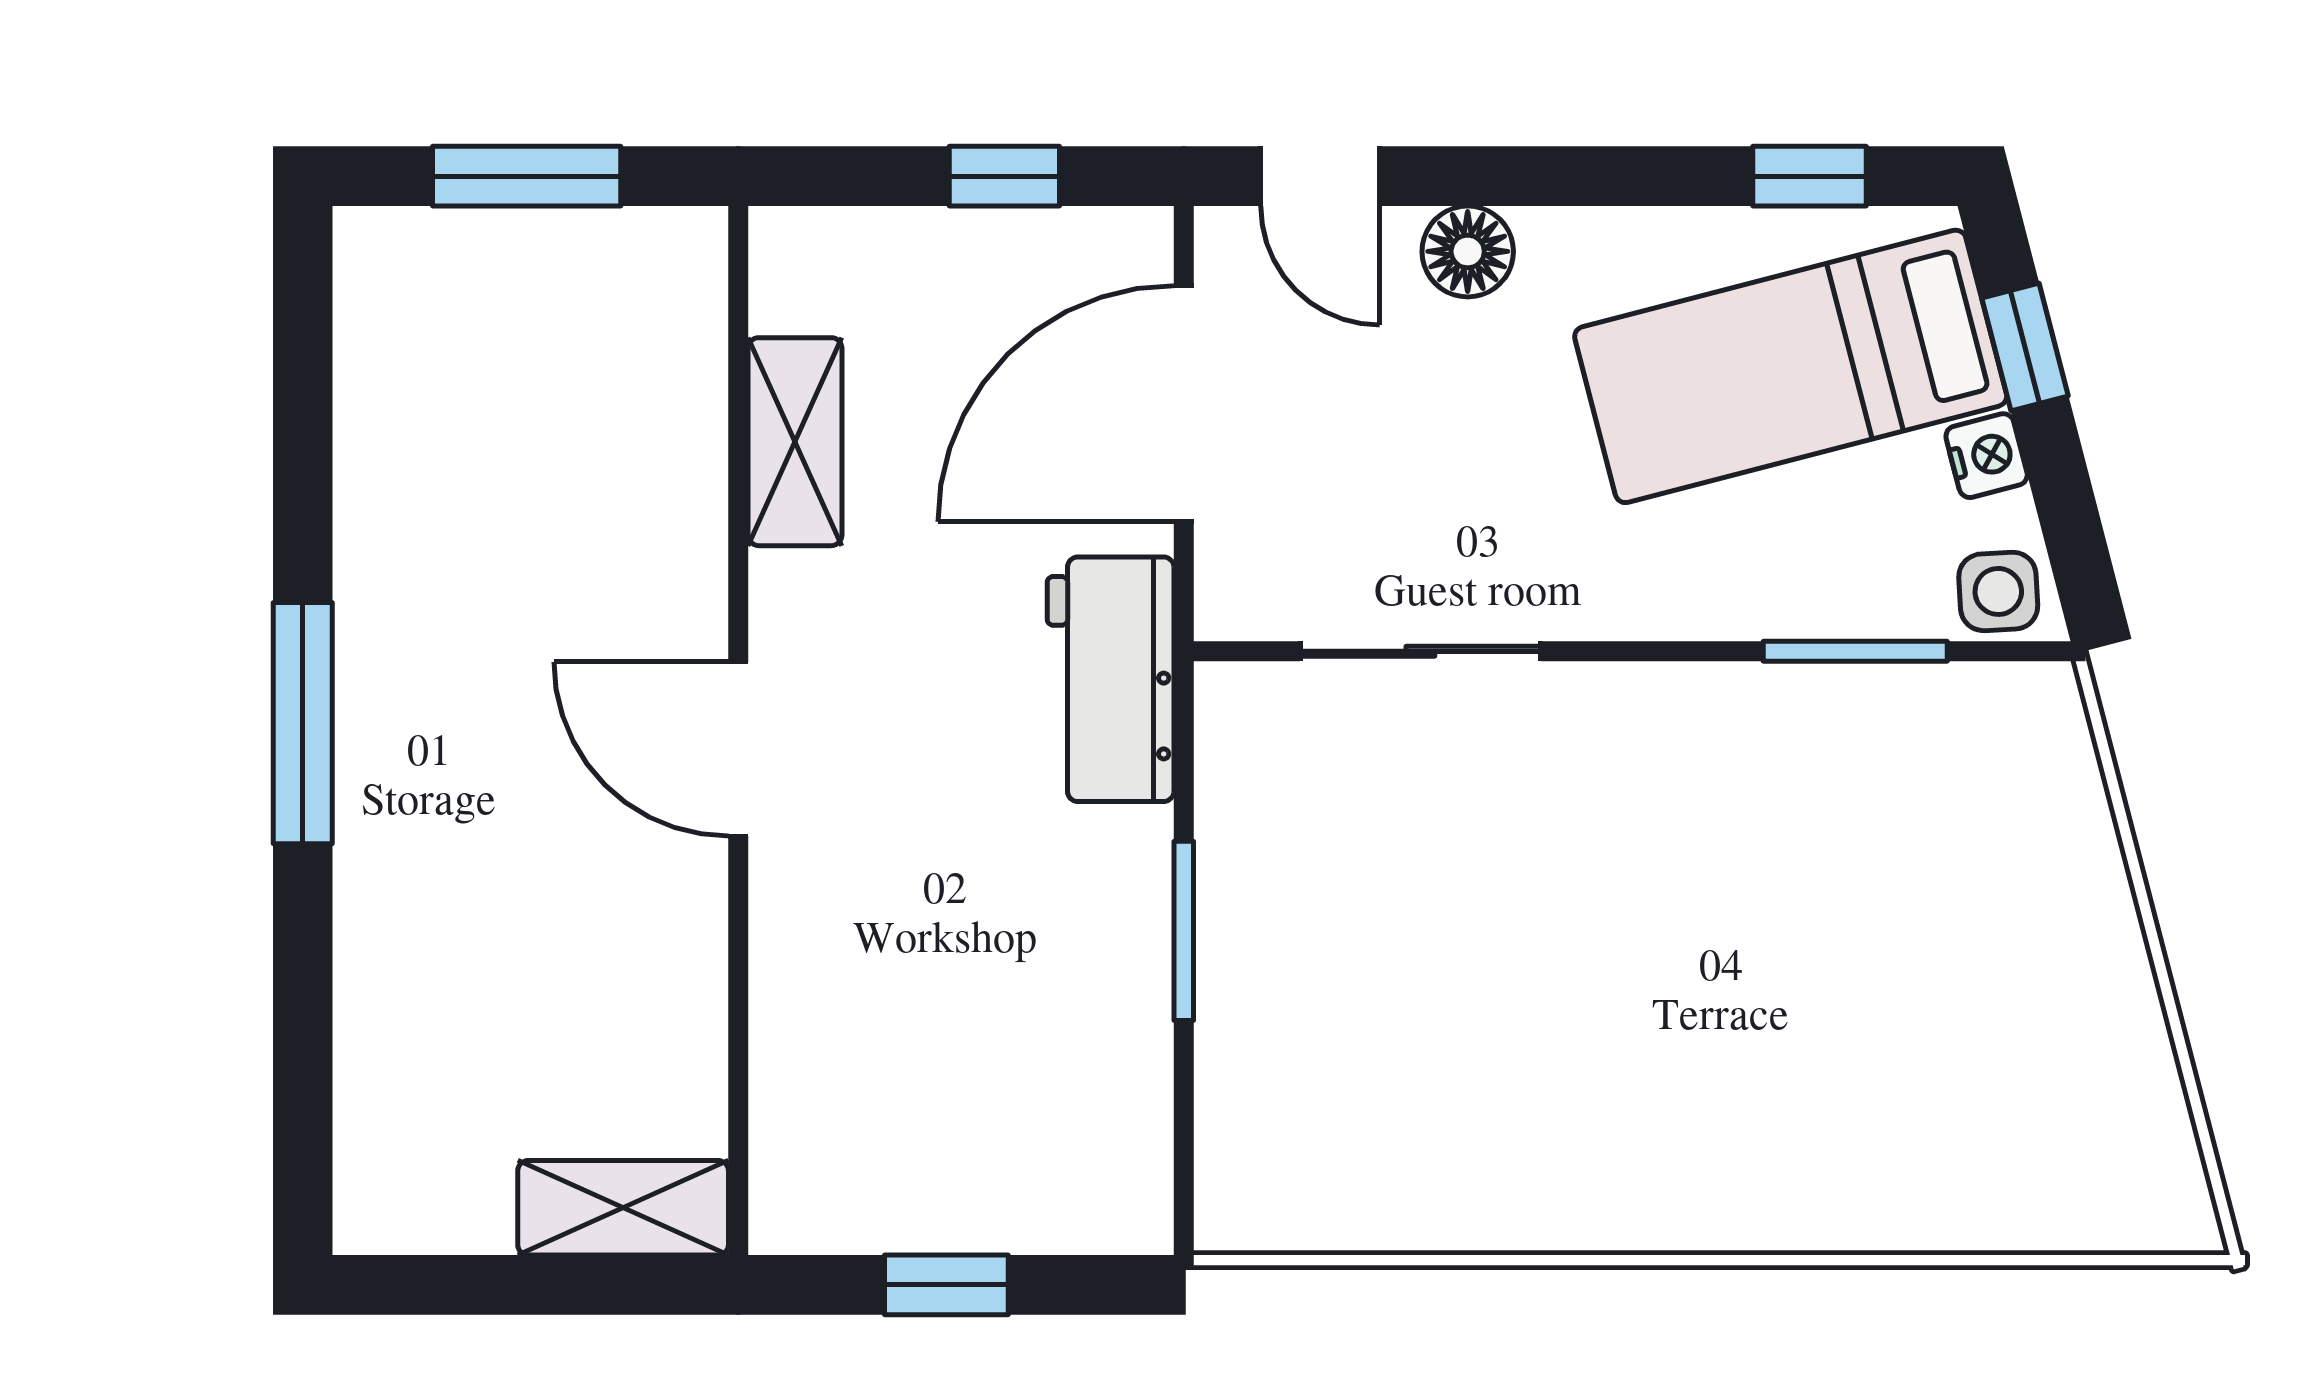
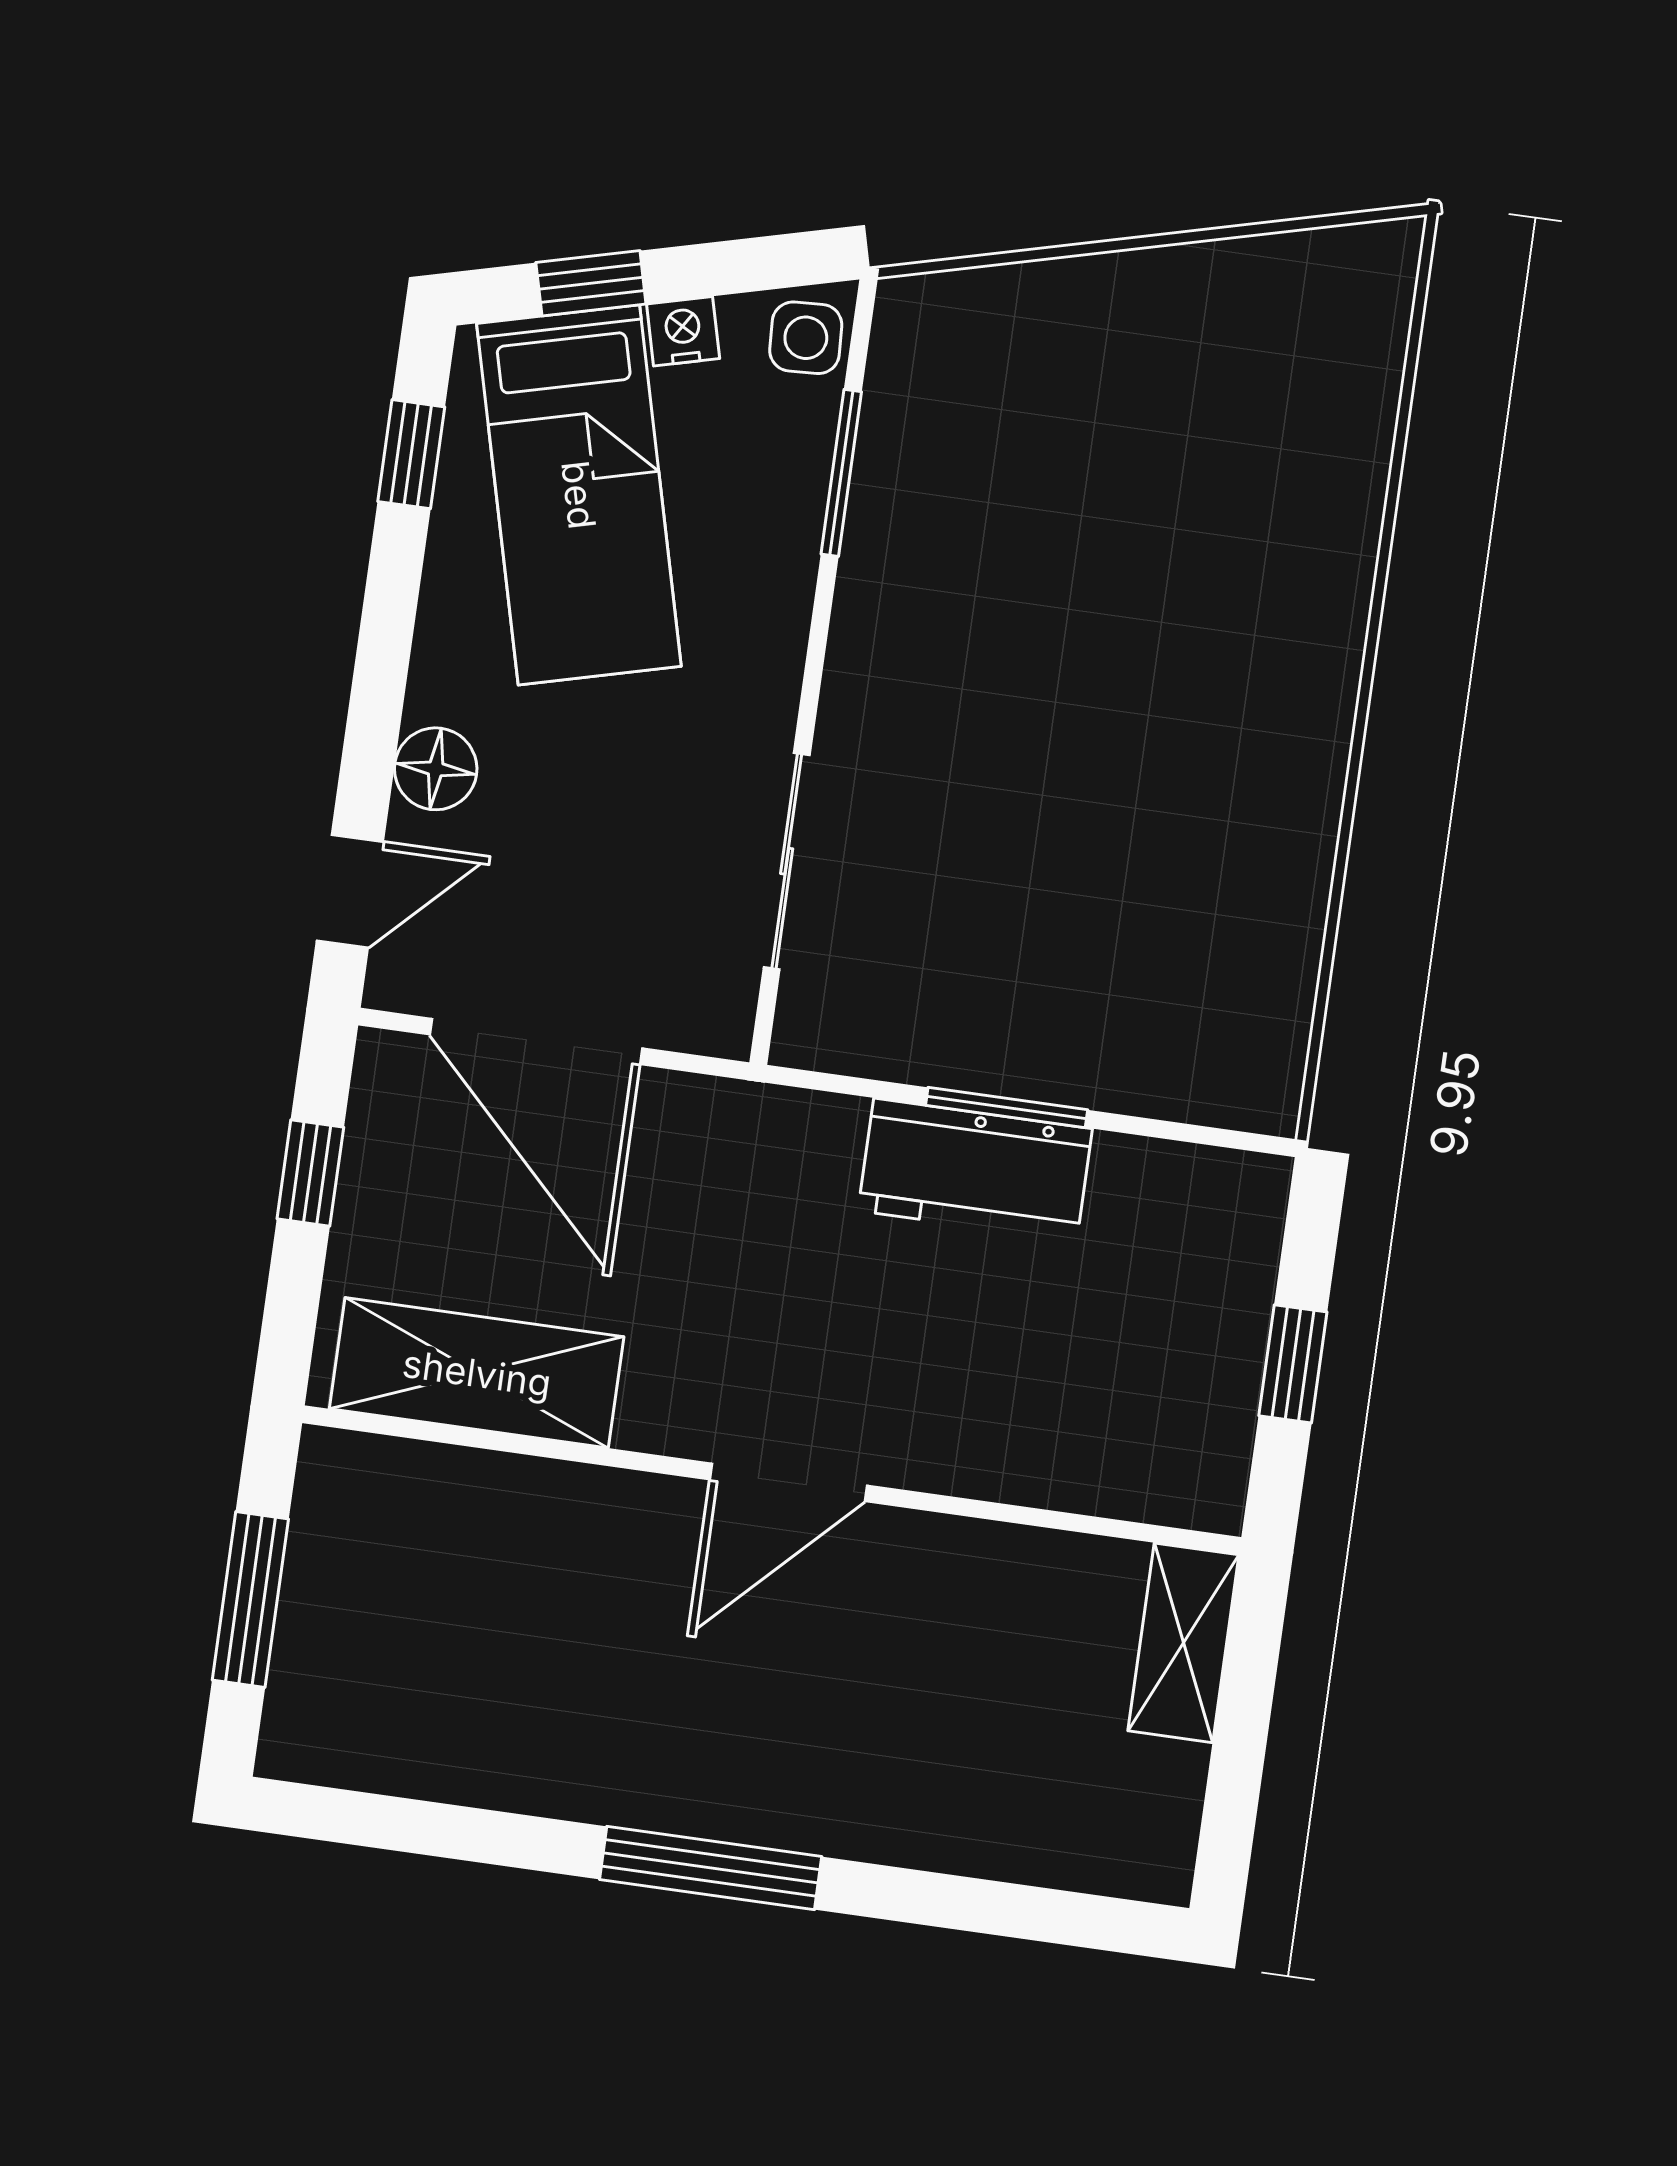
shelving: (795, 442) -> (477, 1373), width x1.50, depth x1.33
workbench: (1111, 679) -> (975, 1170), moved

